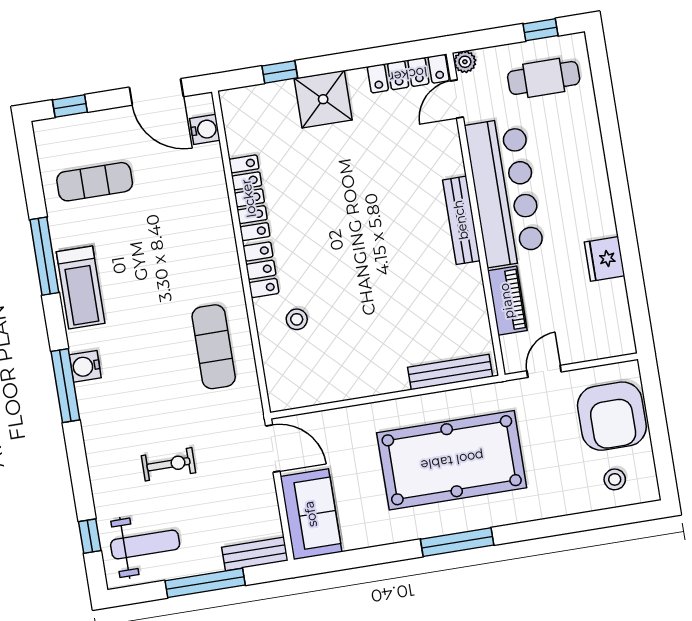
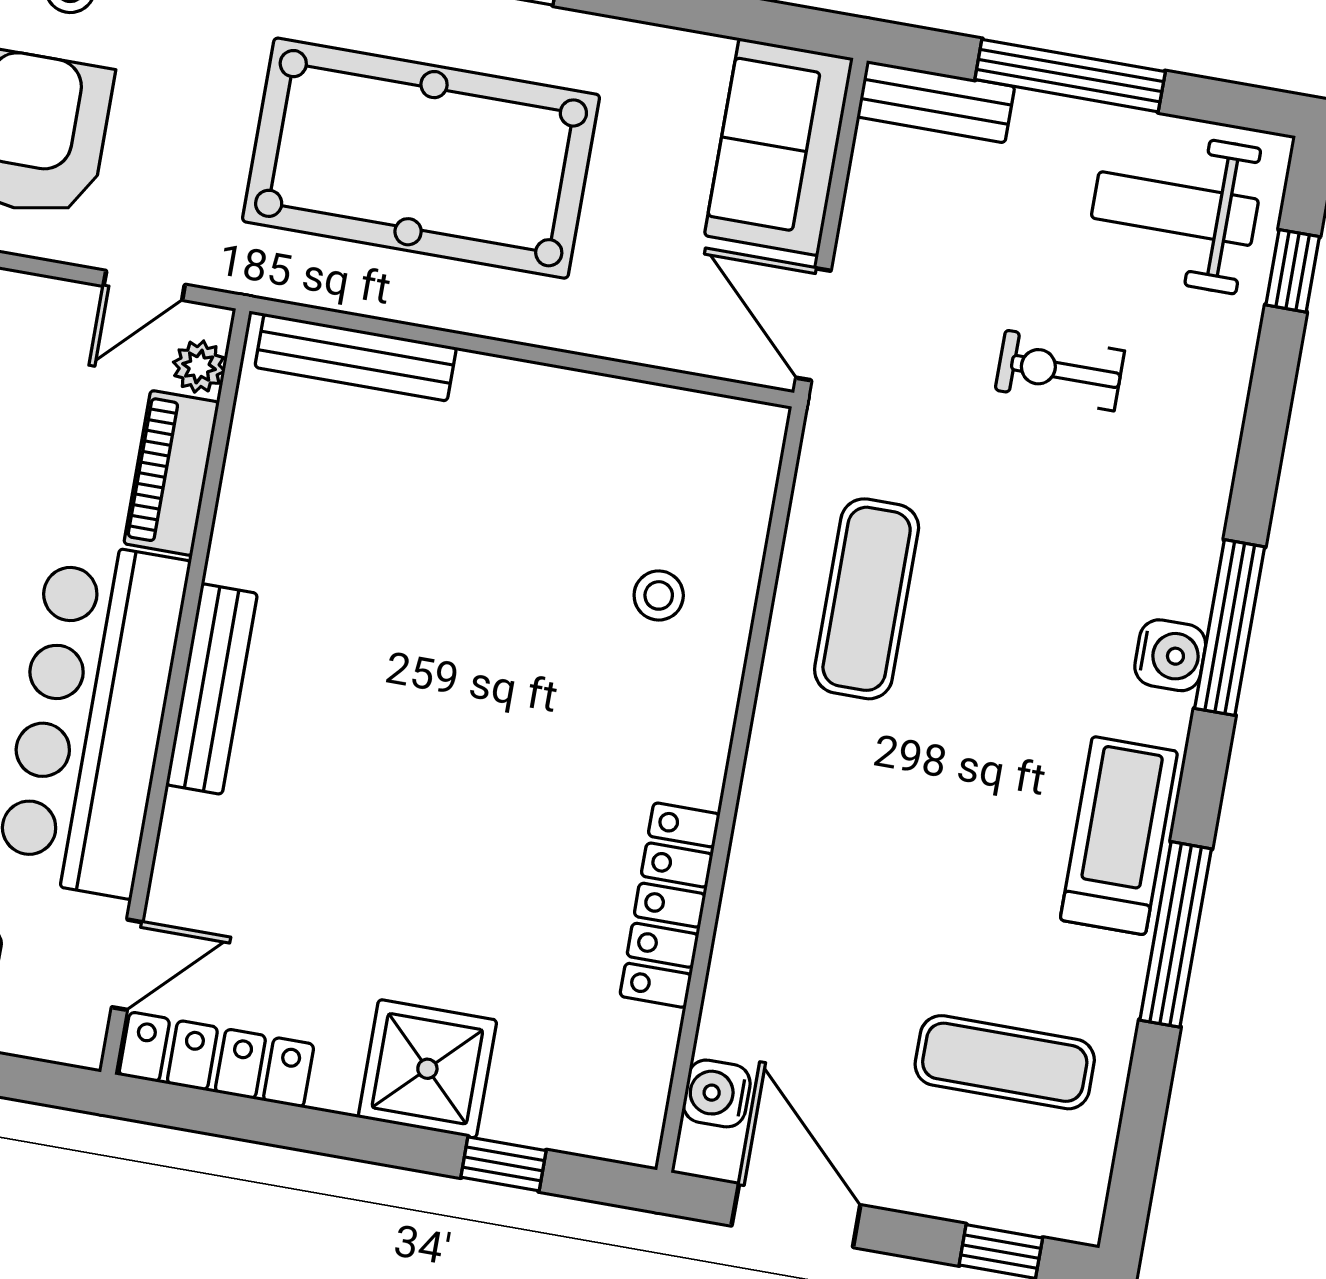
plant: (465, 62) -> (199, 367), moved
locker: (261, 270) -> (700, 735), removed

